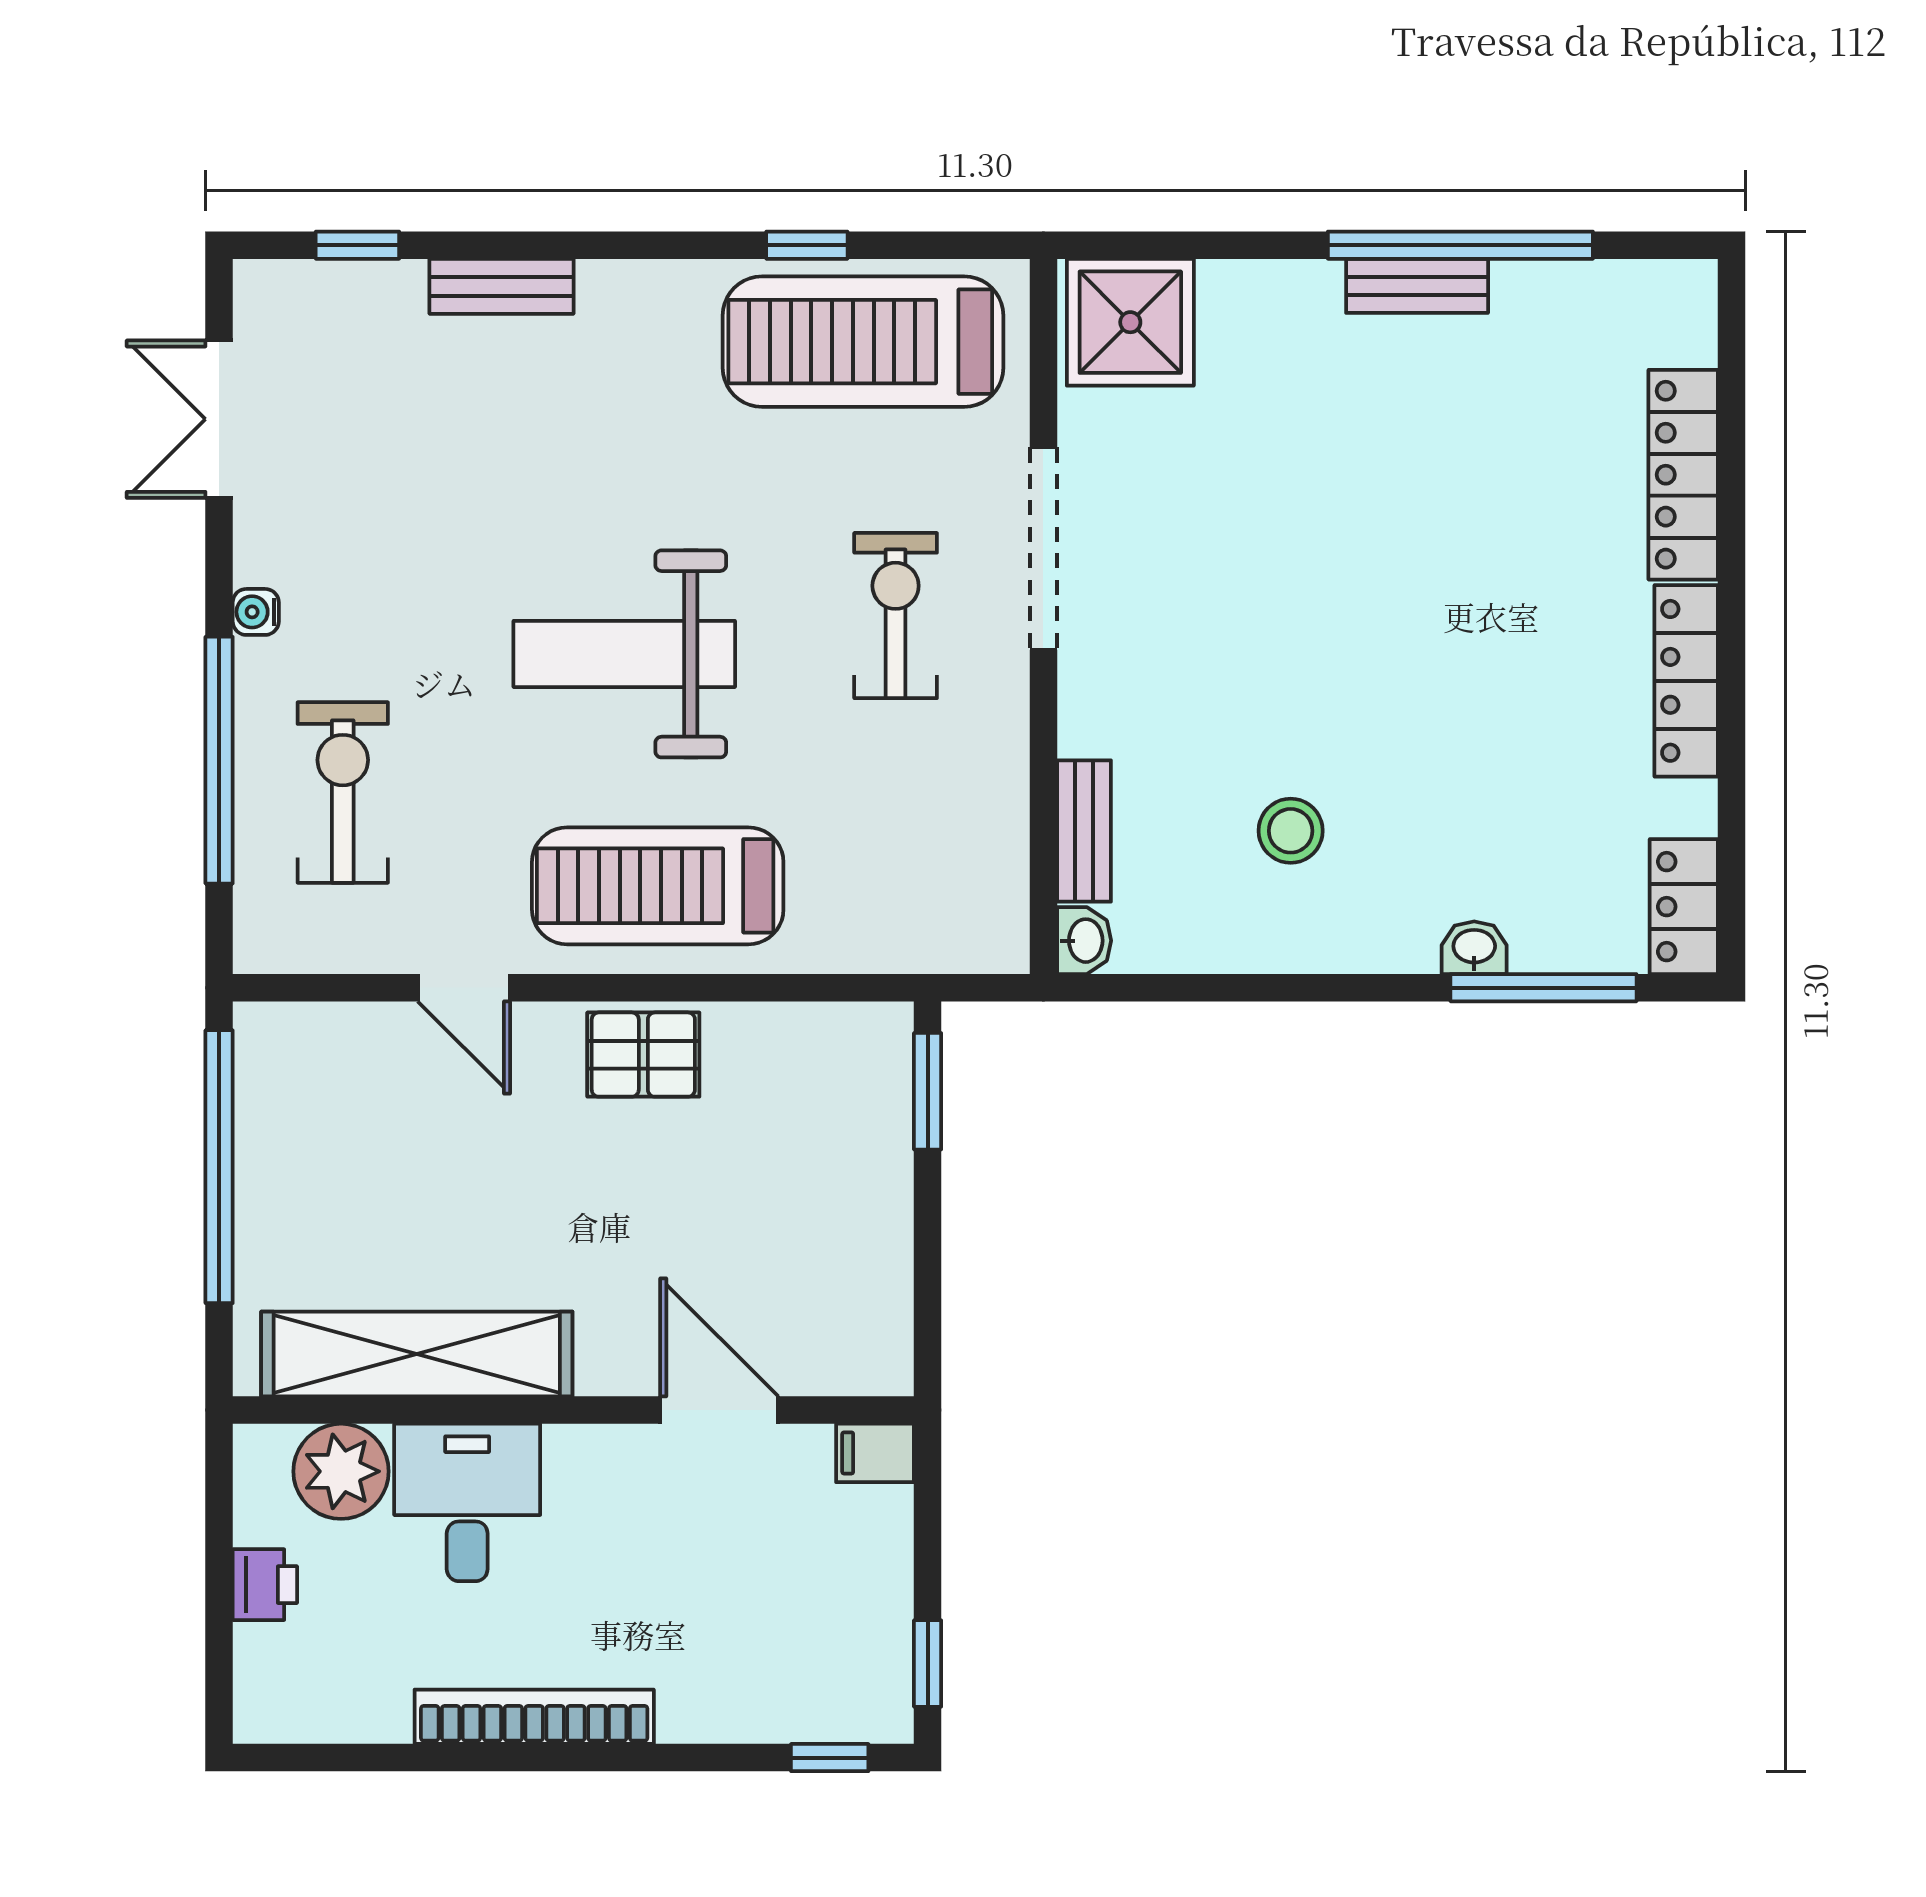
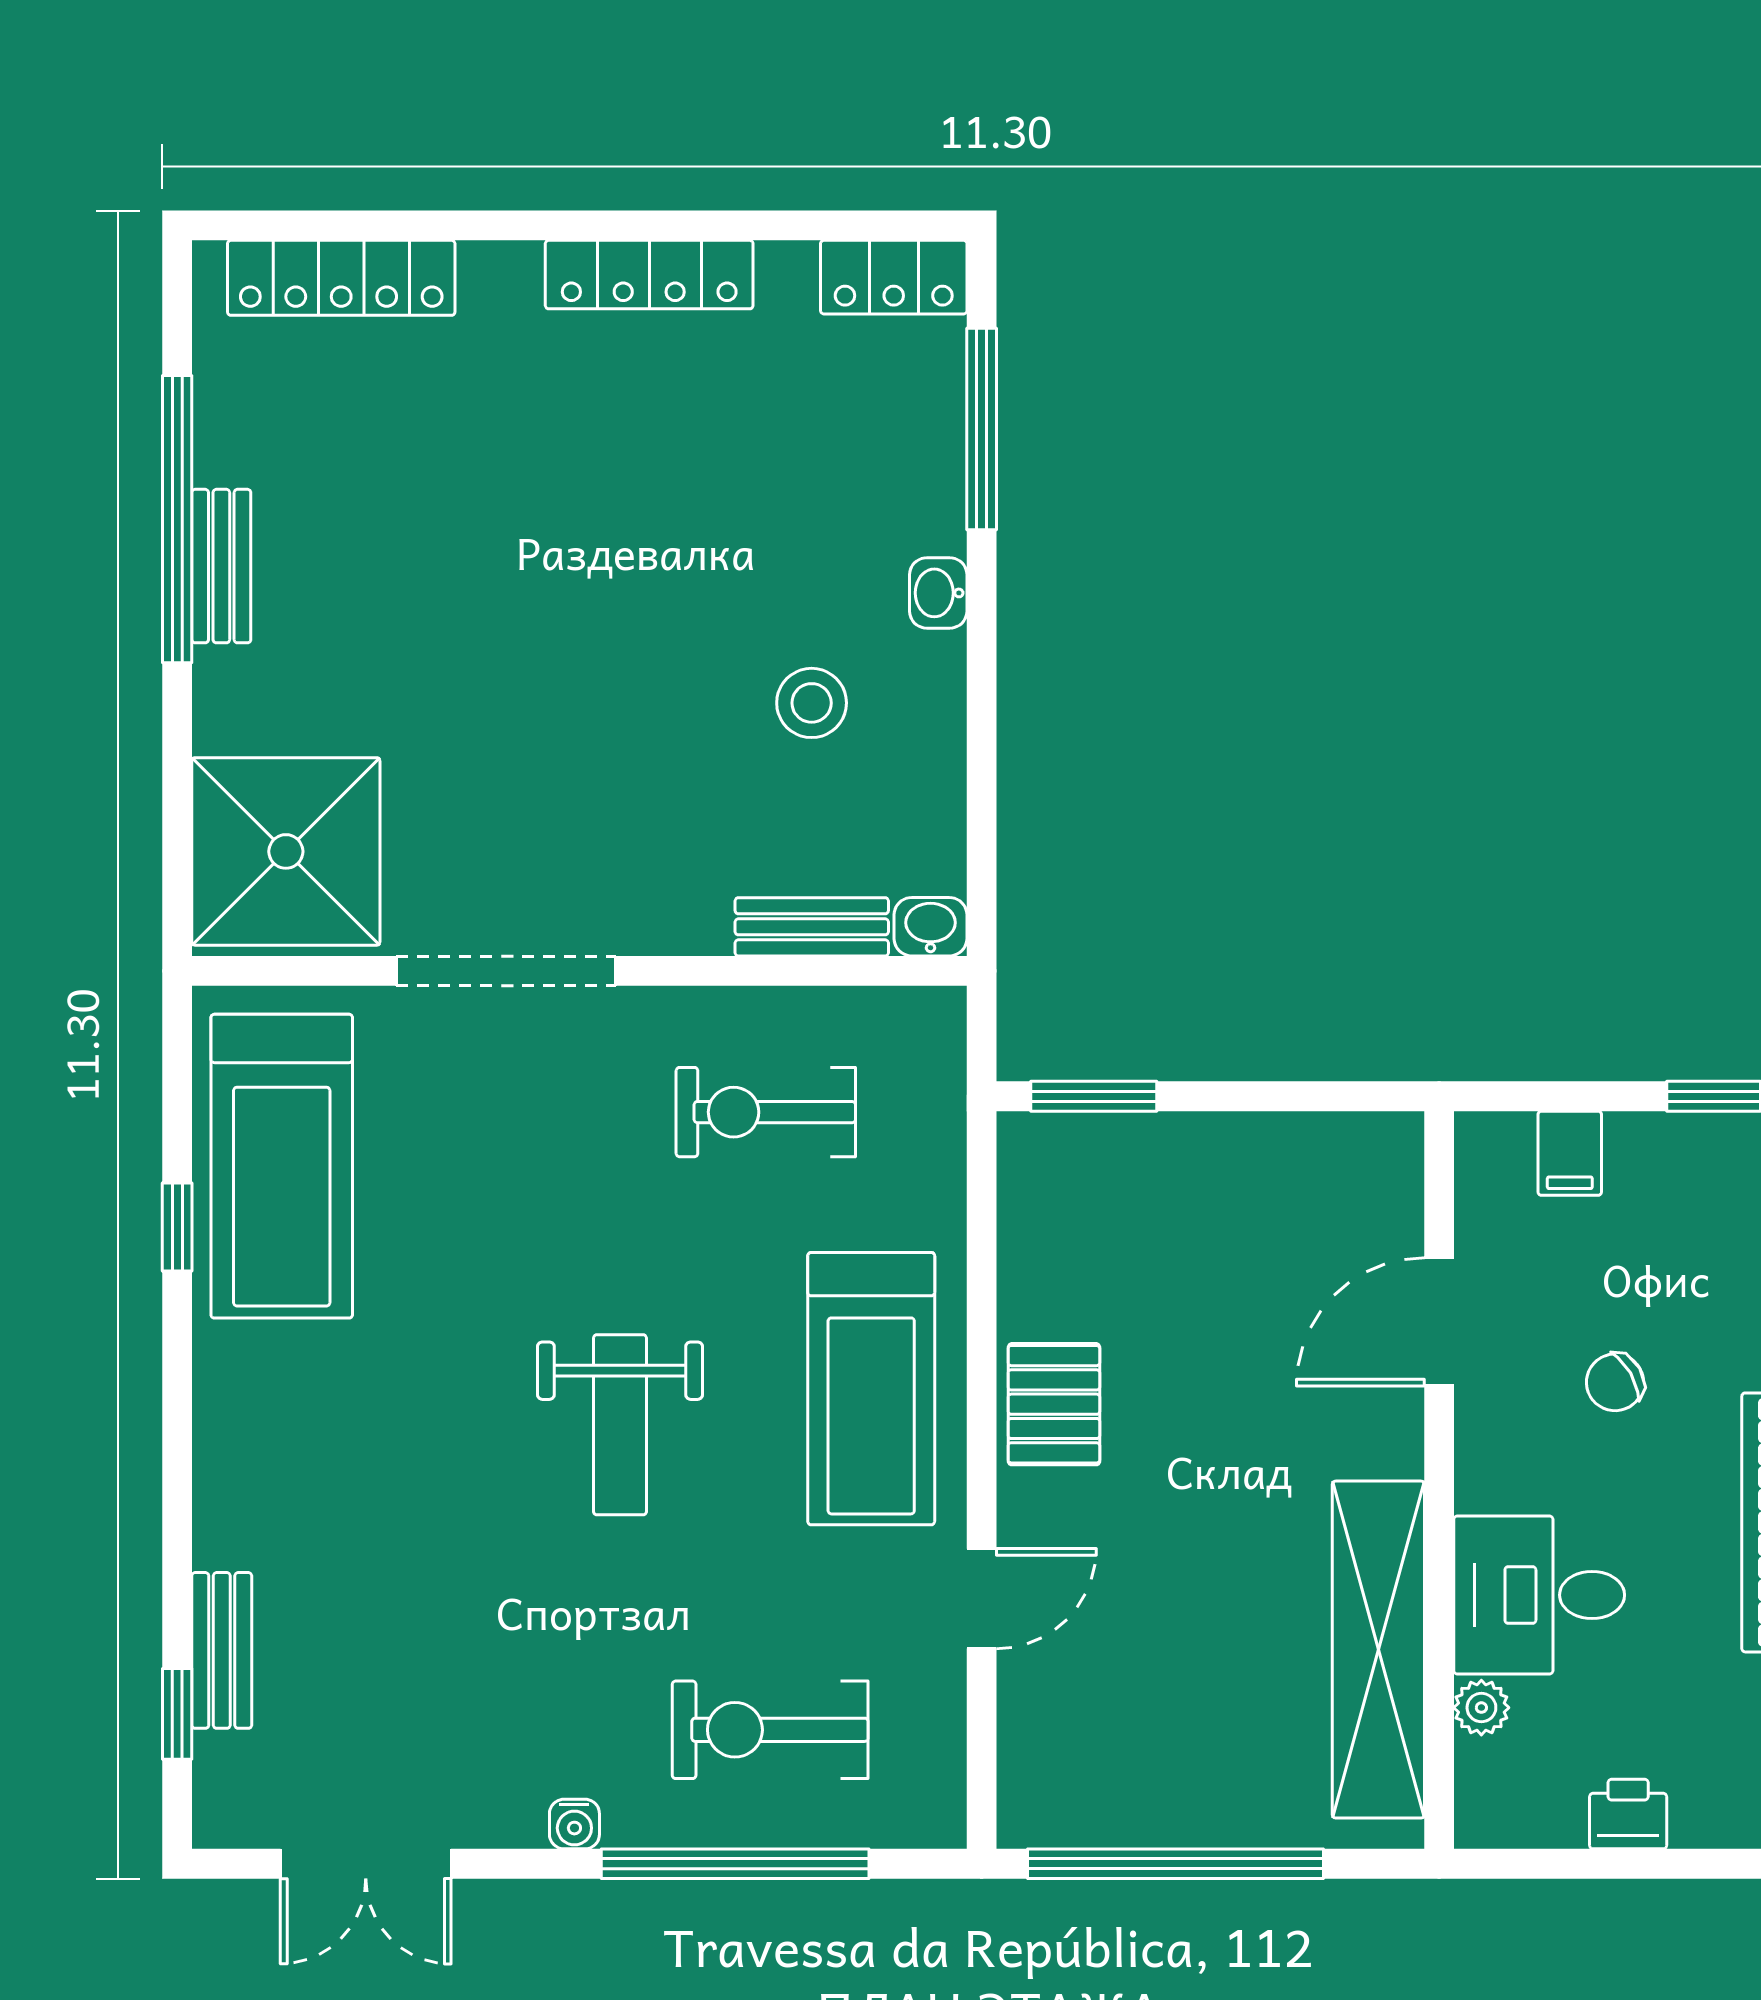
bench: (502, 286) -> (222, 1650), moved
shower: (1130, 322) -> (286, 851), width x1.37, depth x1.37
locker: (1683, 475) -> (341, 278), moved
exercise bike: (896, 616) -> (766, 1112), moved
weight bench: (624, 654) -> (620, 1425), width x0.73, depth x0.75
washbasin: (1474, 948) -> (938, 593), moved
filing cabinet: (875, 1453) -> (1570, 1153), moved
plant: (341, 1471) -> (1481, 1708), width x0.53, depth x0.53
chair: (663, 1572) -> (1615, 1382), added

